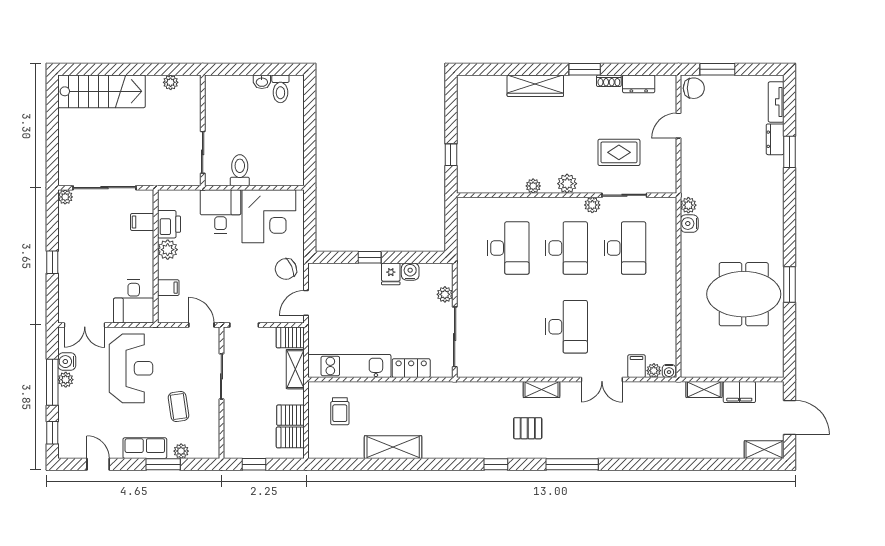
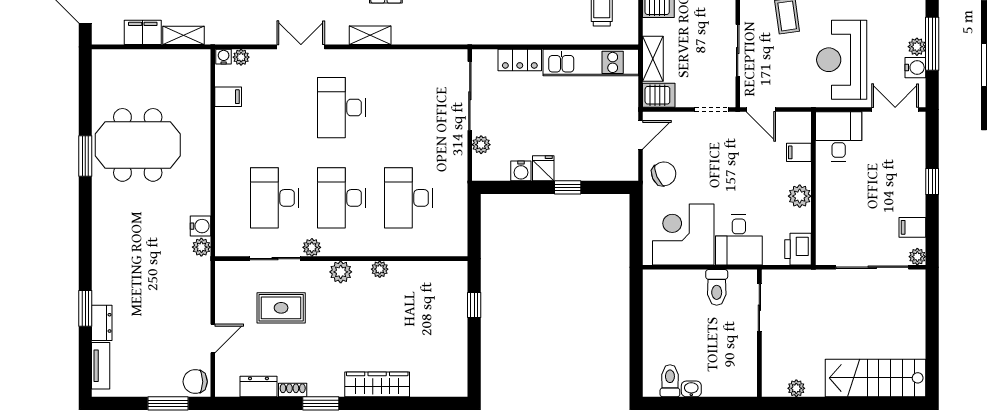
filing cabinet: (142, 222) -> (912, 227), moved, turned 180
printer: (169, 224) -> (798, 249), moved
filing cabinet: (637, 366) -> (228, 97), moved, turned -90

